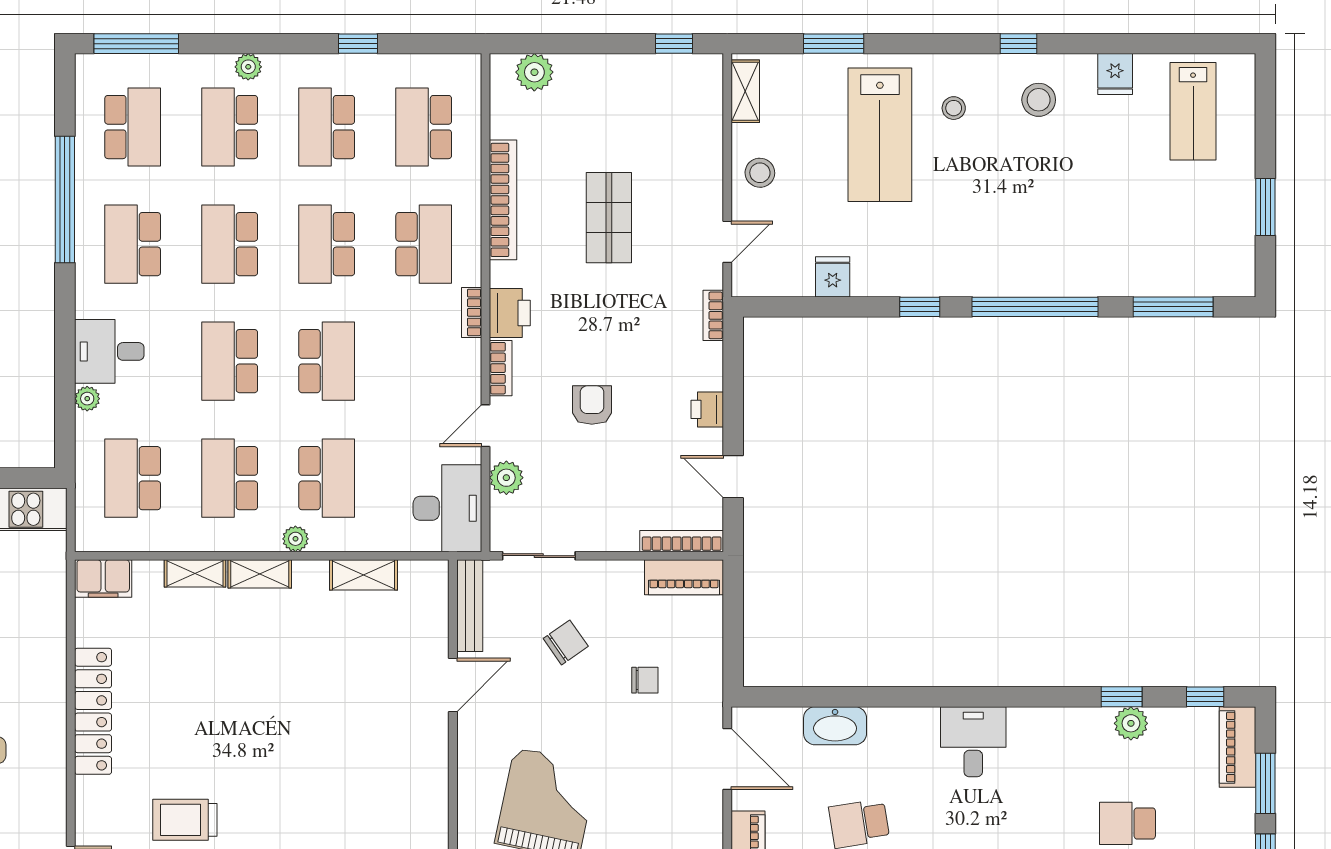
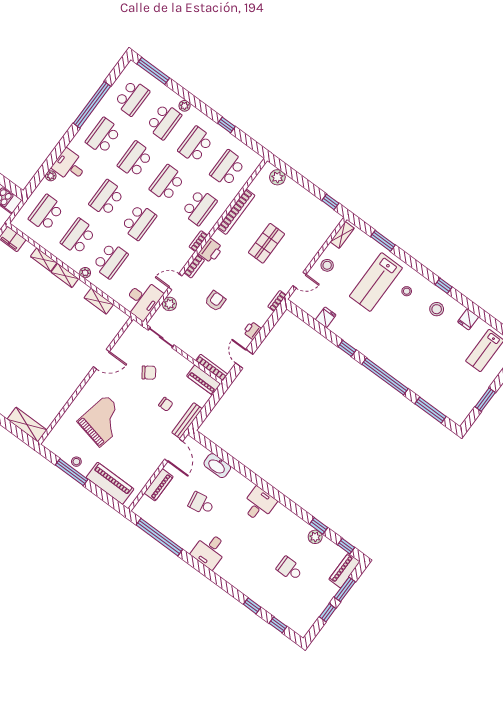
school desk: (230, 127) -> (164, 121), turned 180
bench: (470, 606) -> (187, 421), moved

